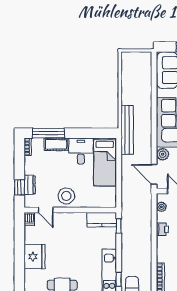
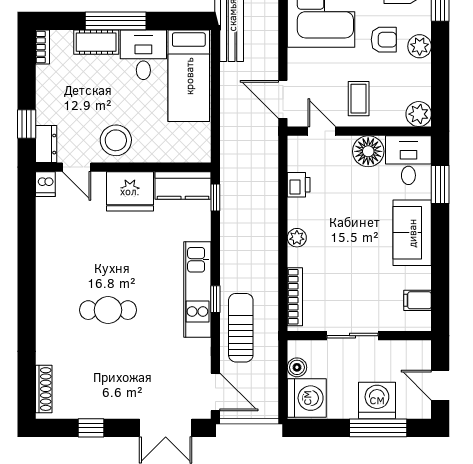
window: (48, 133) -> (116, 21), moved
plant: (163, 154) -> (299, 61), removed
dresser: (30, 185) -> (46, 144), moved
plant: (161, 207) -> (297, 238), moved
printer: (162, 229) -> (299, 185), moved
fridge: (35, 257) -> (130, 191), moved, turned 90

